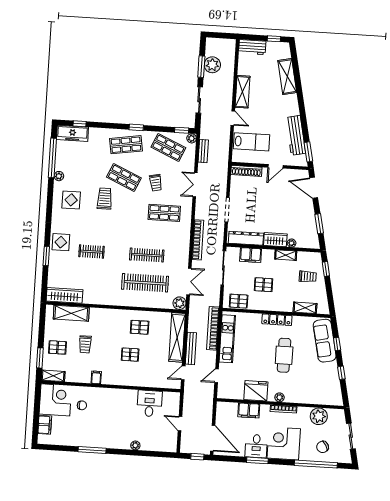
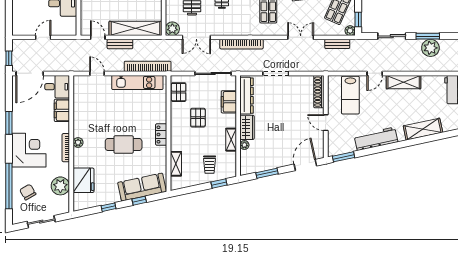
workbench: (296, 135) -> (376, 139), moved
locker: (277, 320) -> (161, 135), width x0.66
bench: (191, 348) -> (120, 44), width x0.73
fridge: (256, 391) -> (83, 180), moved
desk: (256, 446) -> (57, 87), moved, turned 180

